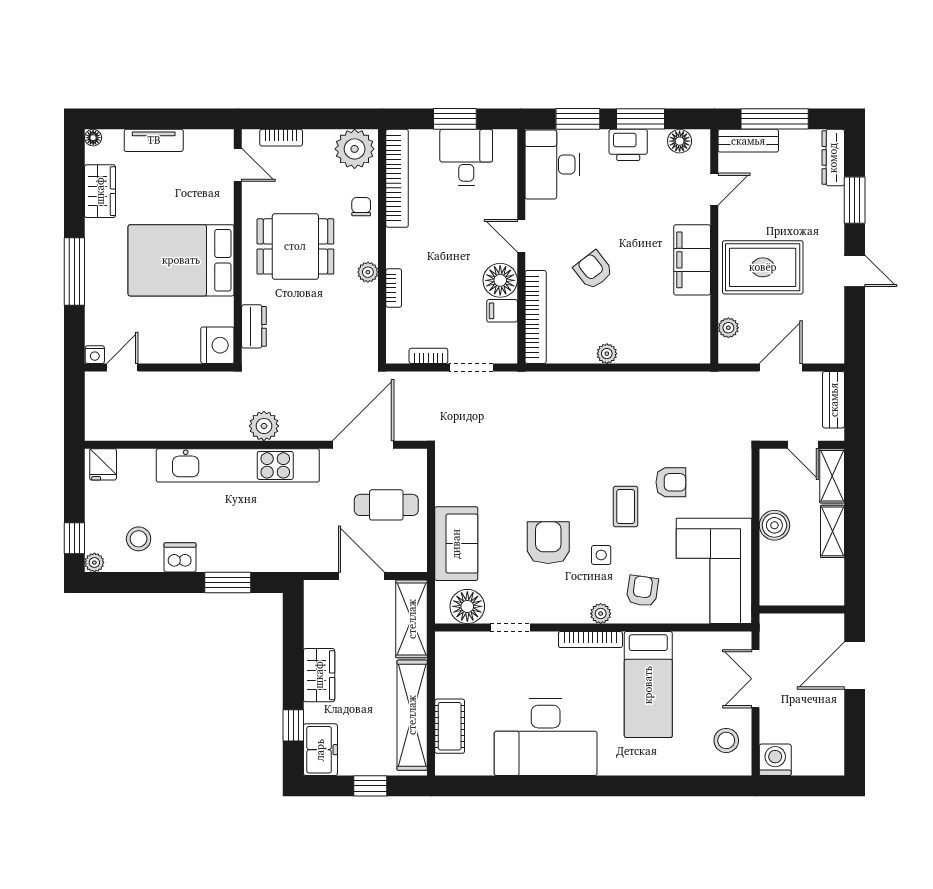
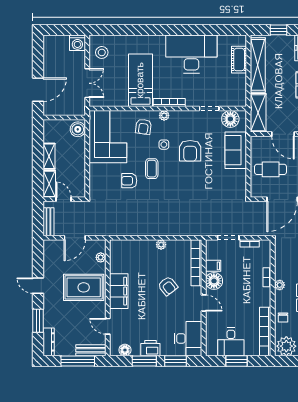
door: (714, 189) -> (108, 326), hinge flipped
boiler: (774, 525) -> (78, 129), moved

